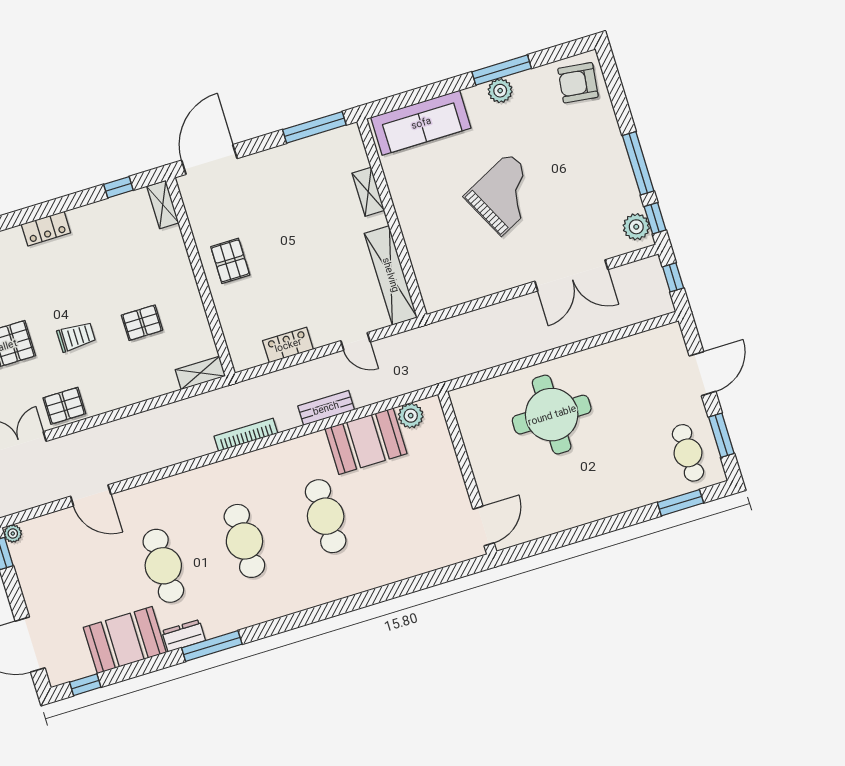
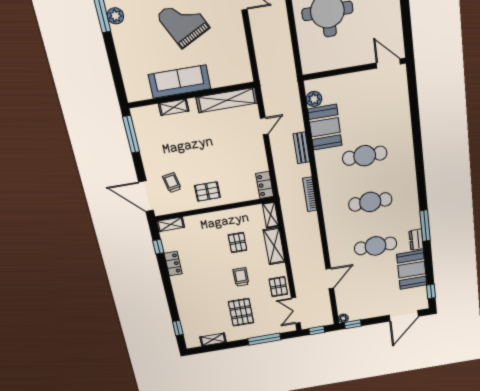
sofa: (421, 123) -> (179, 82), moved, turned -90
trolley: (239, 200) -> (172, 183), added
locker: (46, 229) -> (173, 264), moved
locker: (288, 345) -> (265, 185), moved
shelving: (143, 387) -> (274, 246), added

